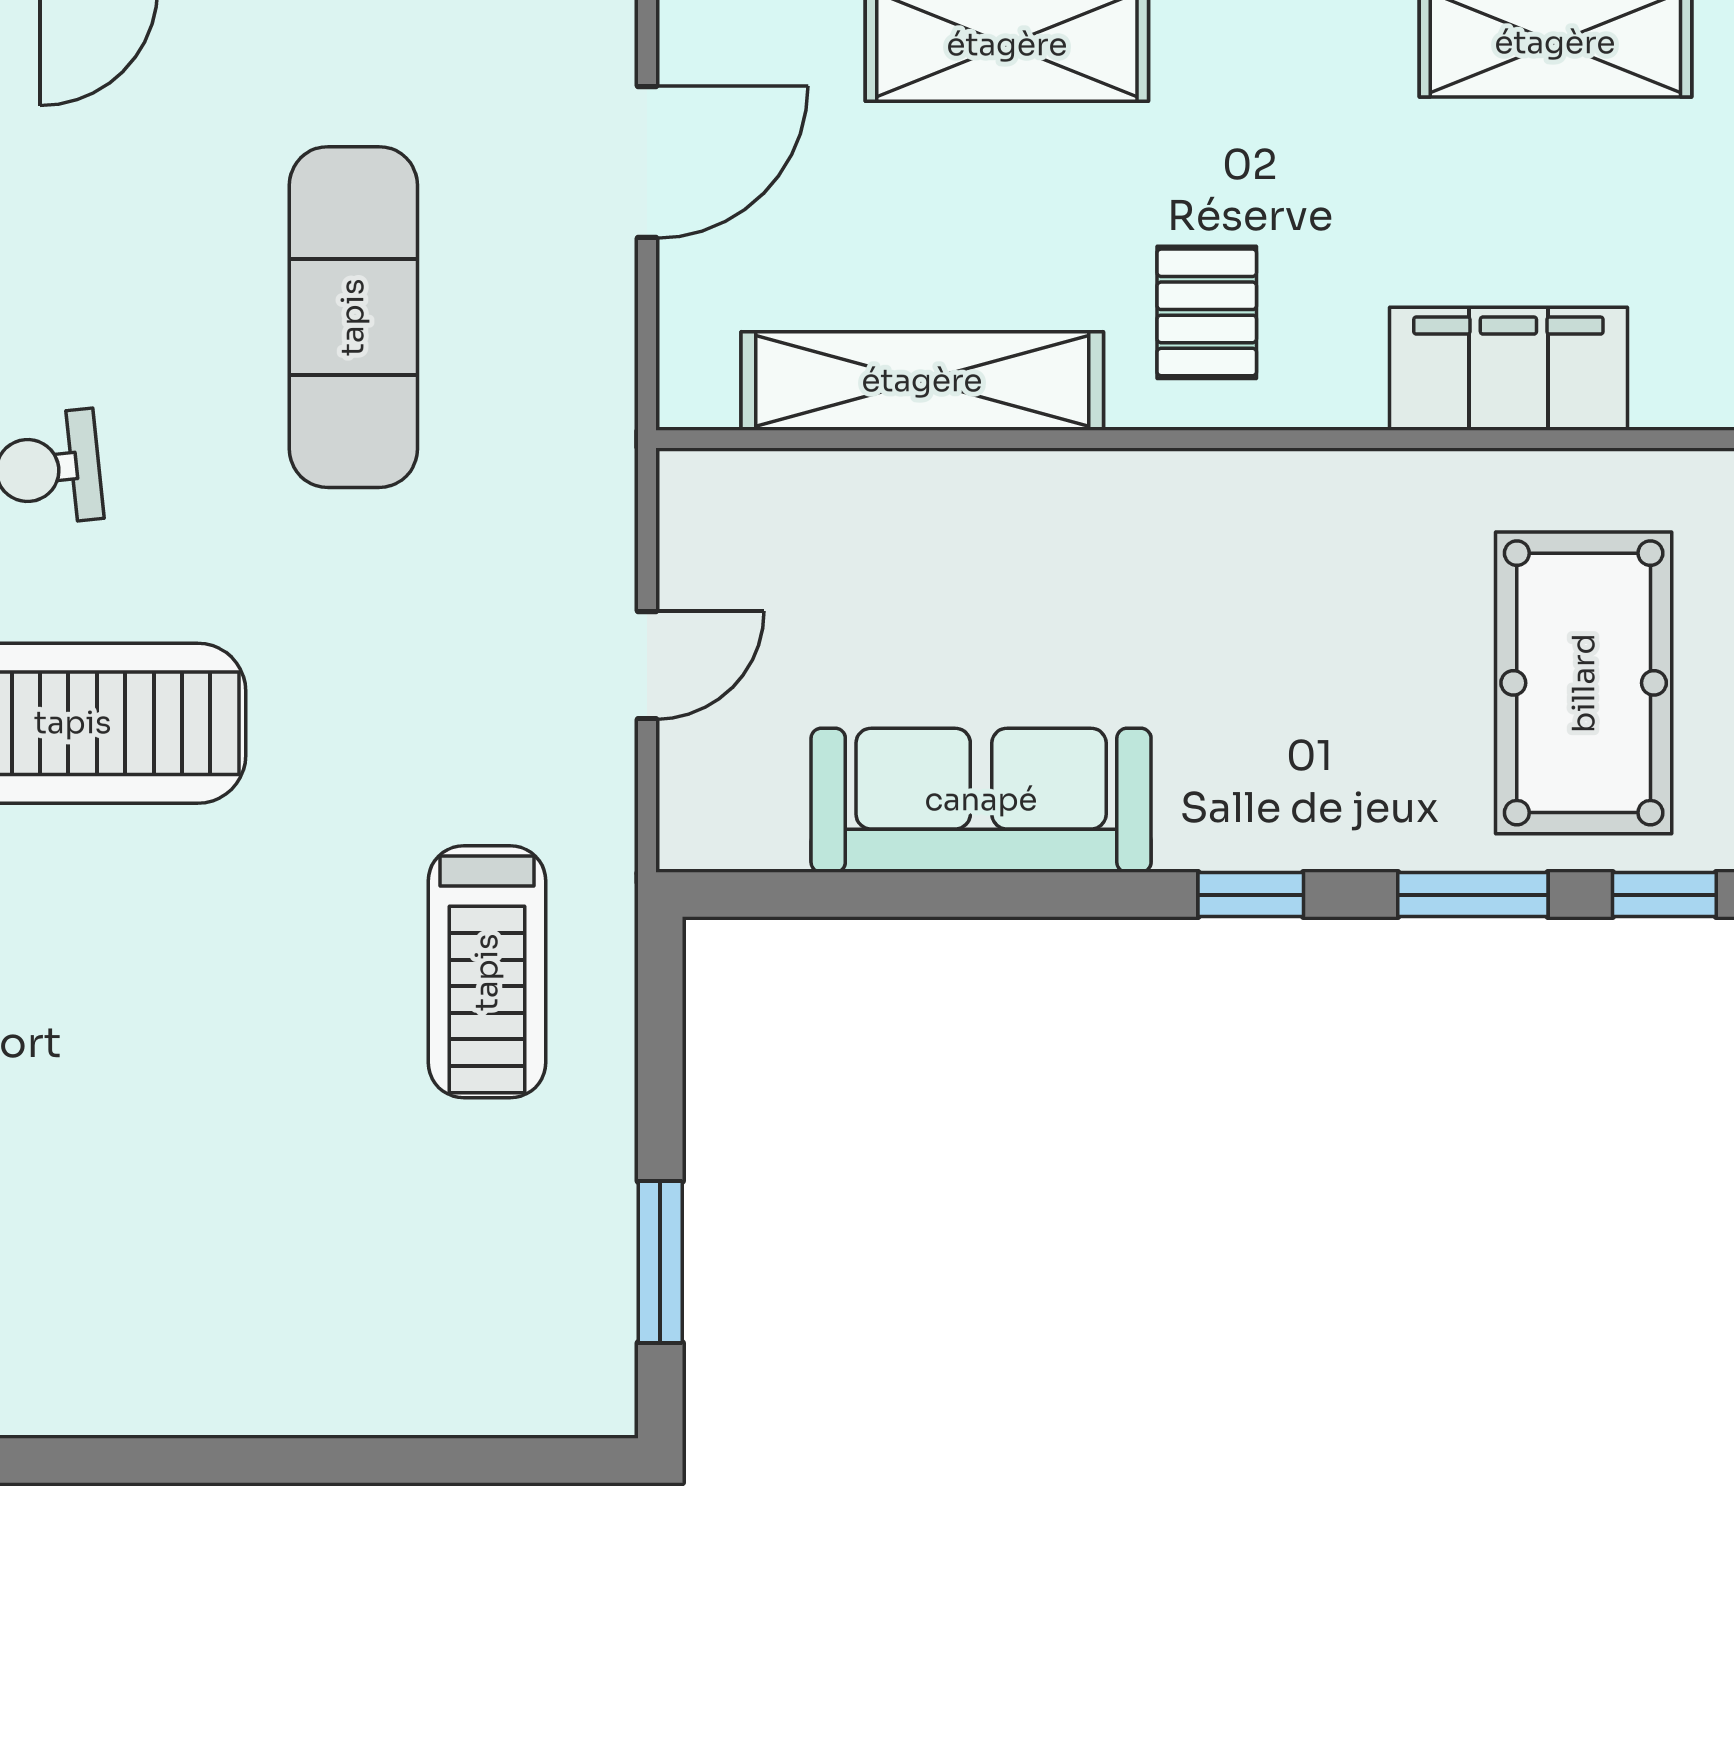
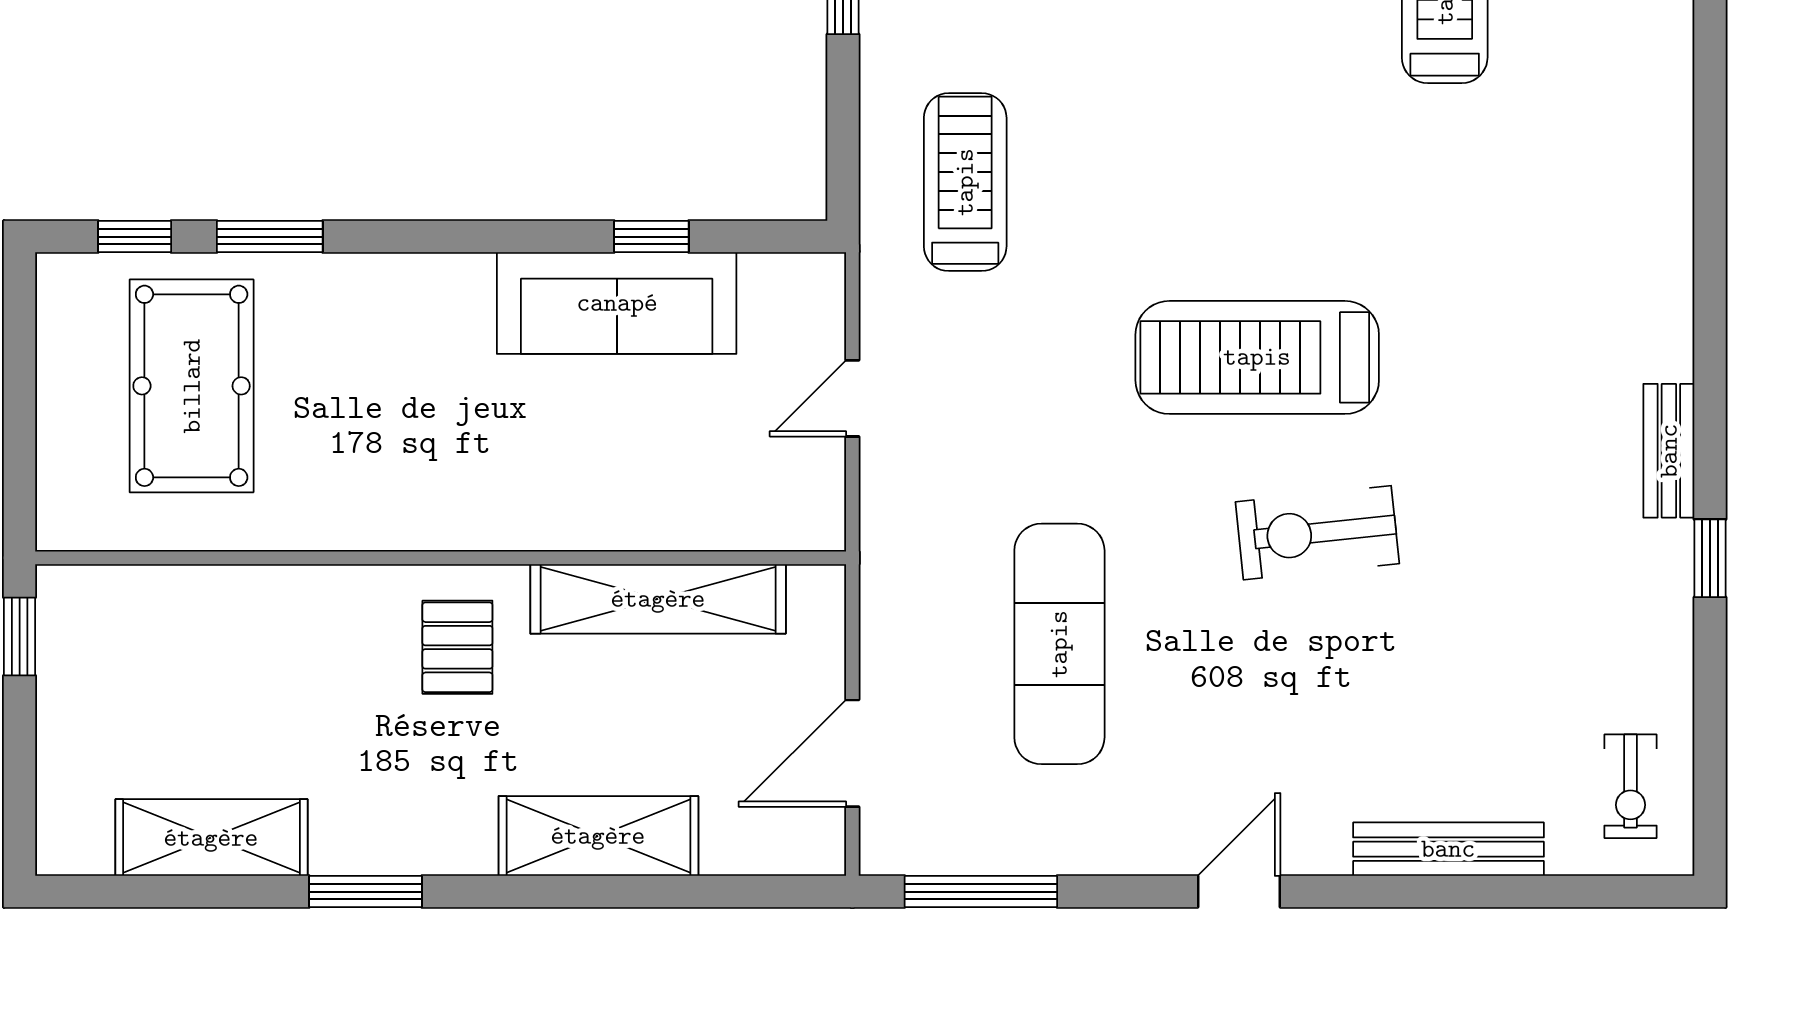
filing cabinet: (1508, 369) -> (245, 608), removed
window: (1251, 895) -> (651, 237), moved

